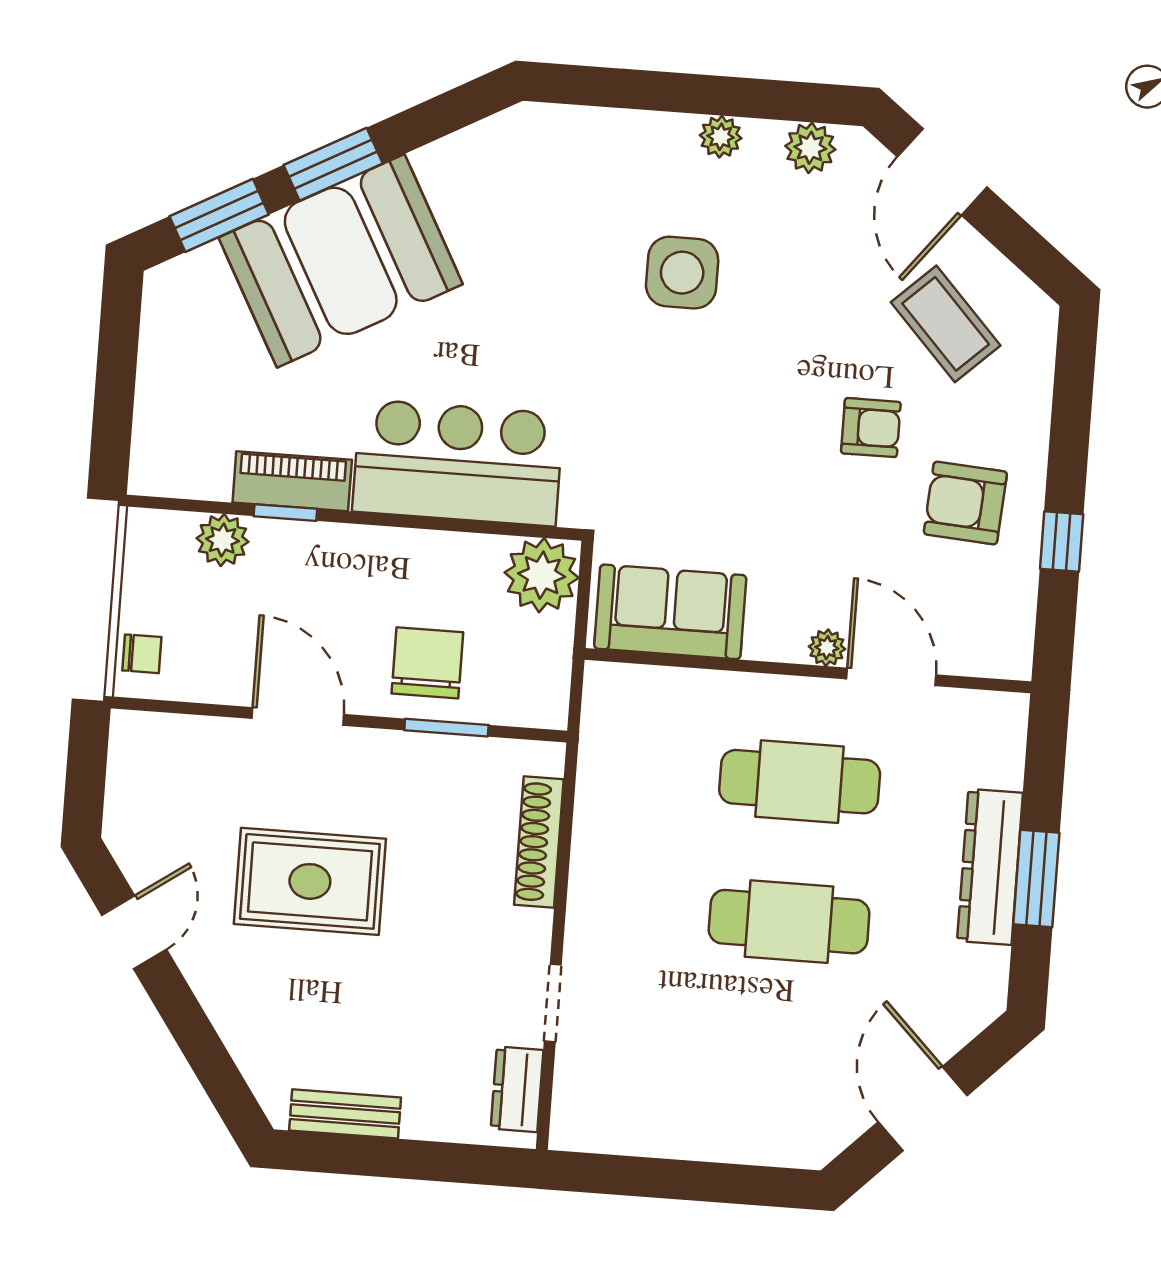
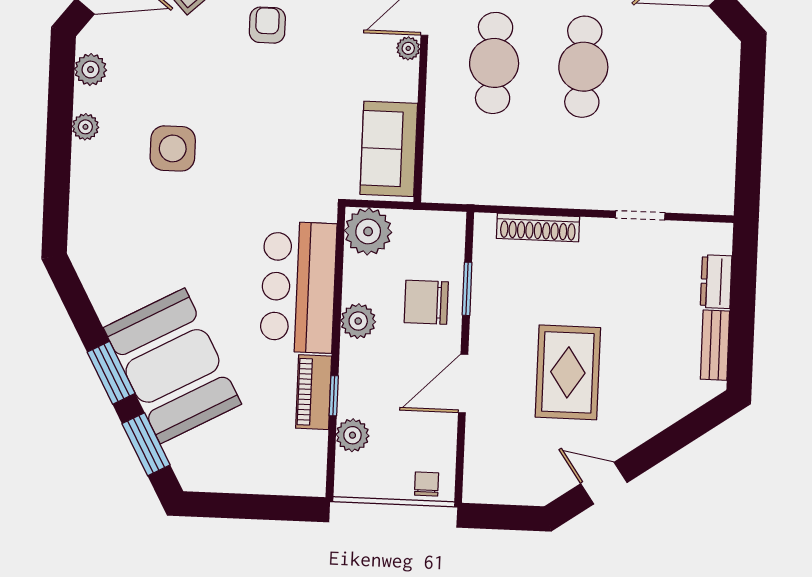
plant: (401, 555) -> (358, 321), added
dresser: (517, 1089) -> (716, 282), moved, turned 90

